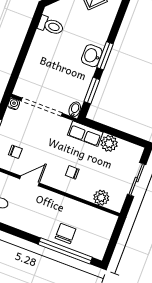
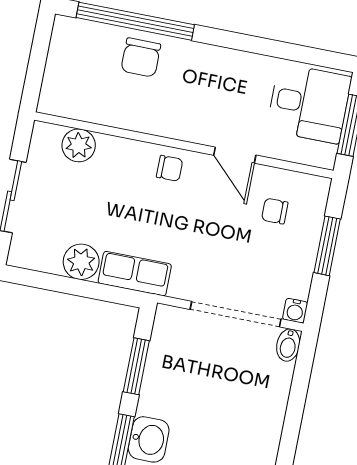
bidet: (75, 109) -> (288, 345), moved
chair: (72, 172) -> (170, 168), moved
door: (30, 181) -> (235, 155), hinge flipped

